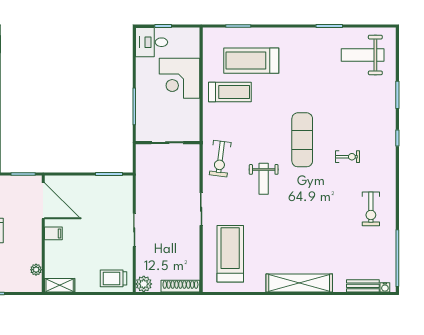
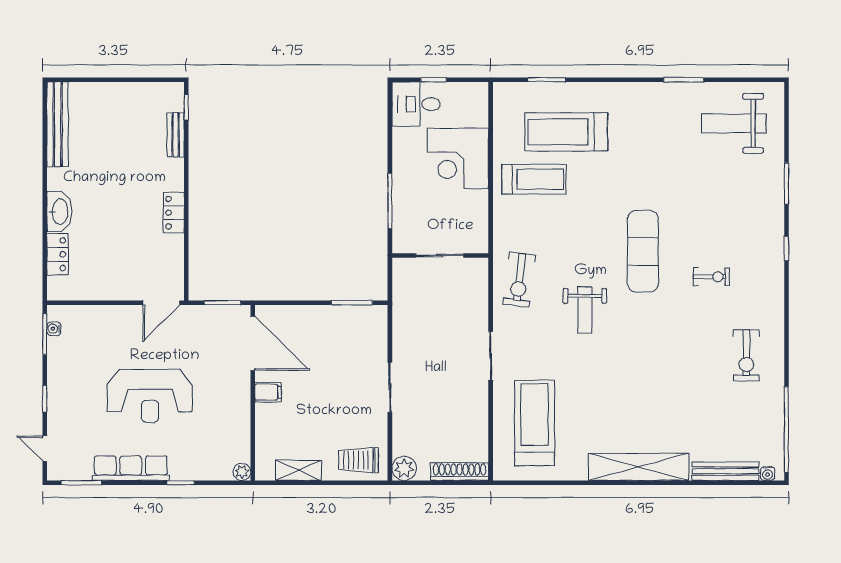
plant: (36, 270) -> (242, 472), moved
shelving: (60, 285) -> (299, 470), moved
bench: (363, 286) -> (725, 471), width x1.36

